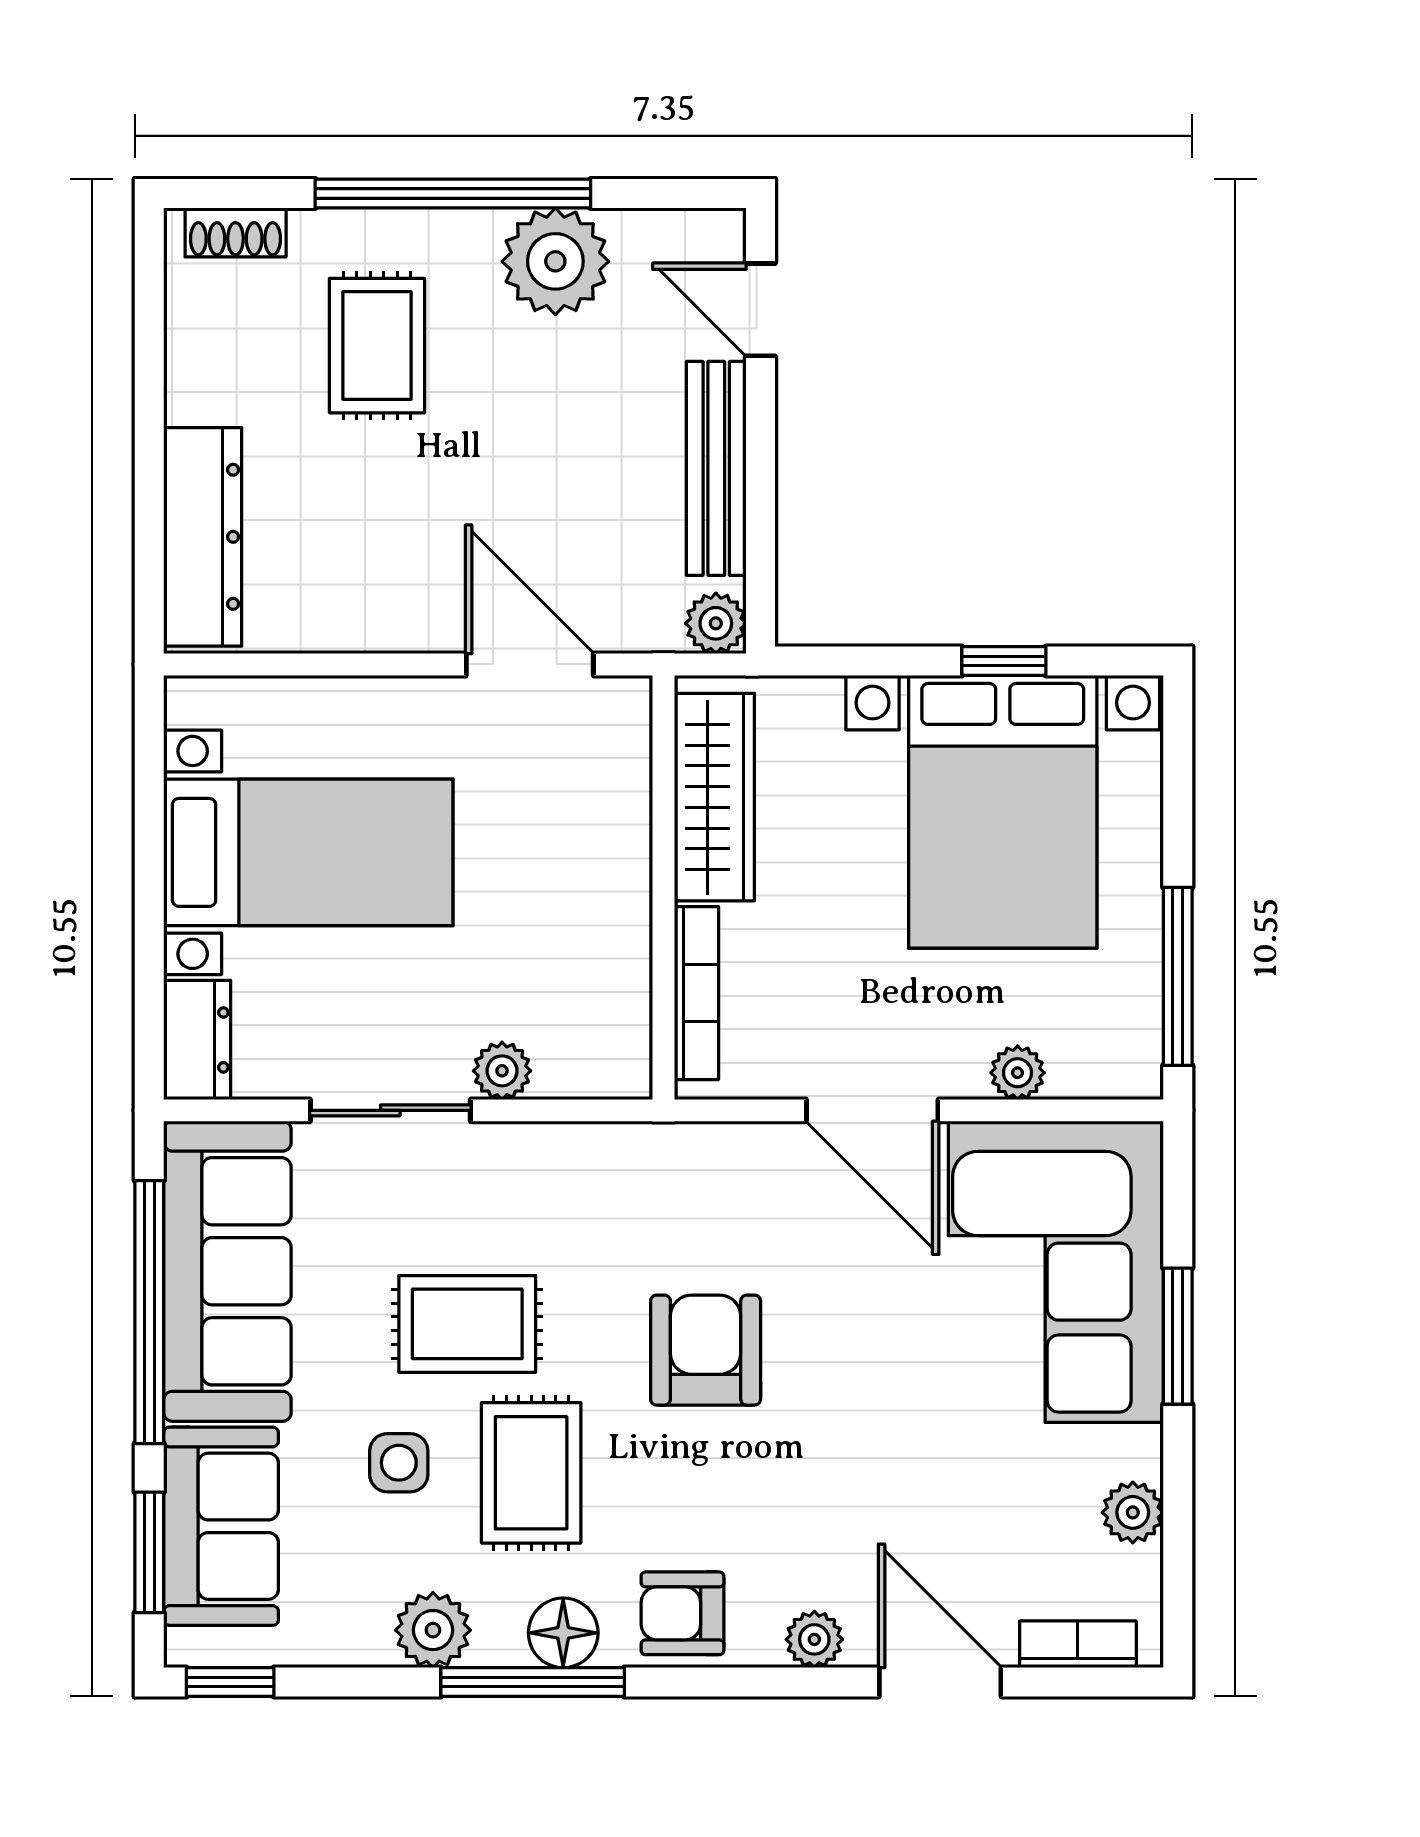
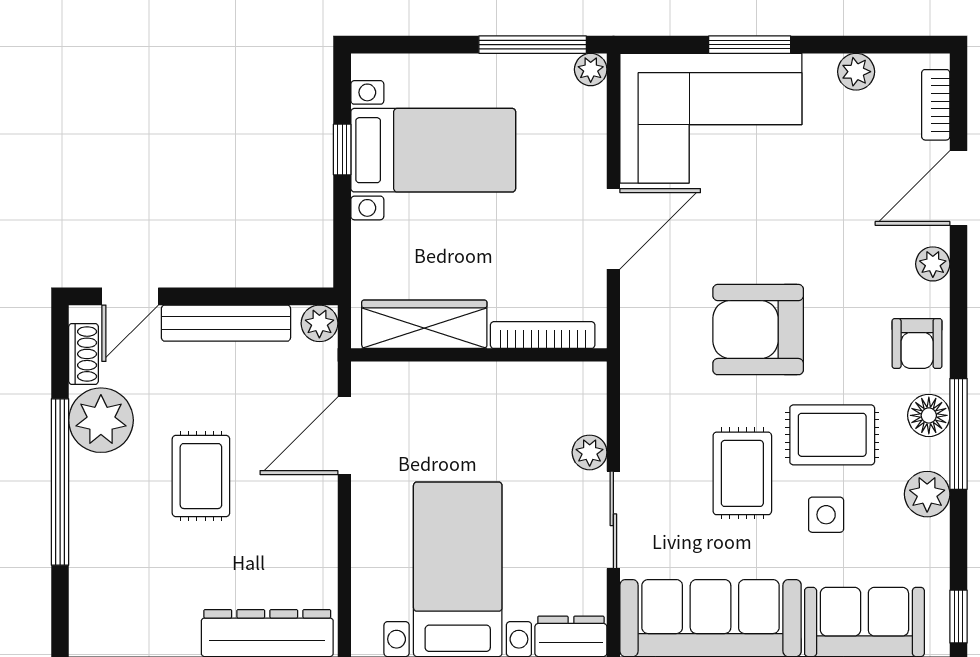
shoe rack: (236, 232) -> (83, 354), moved
rug: (377, 346) -> (201, 476), moved, turned 90
bed with nightstands: (1003, 812) -> (433, 150), width x0.73
plant: (1018, 1073) -> (591, 69), moved
armchair: (706, 1350) -> (758, 330), width x1.36, depth x1.36

